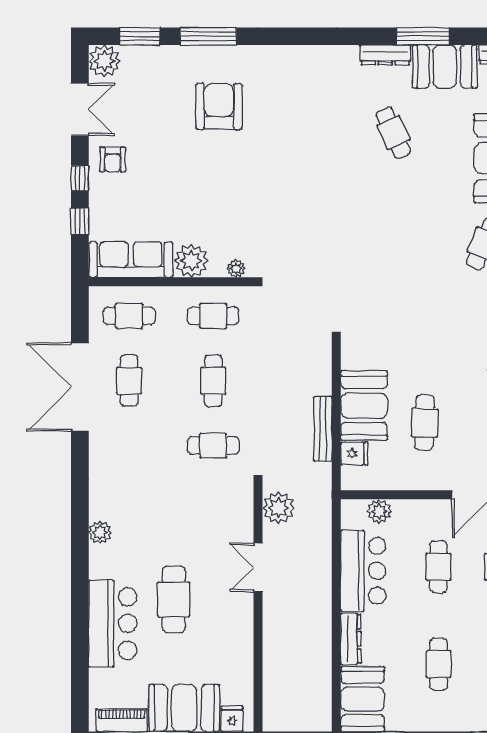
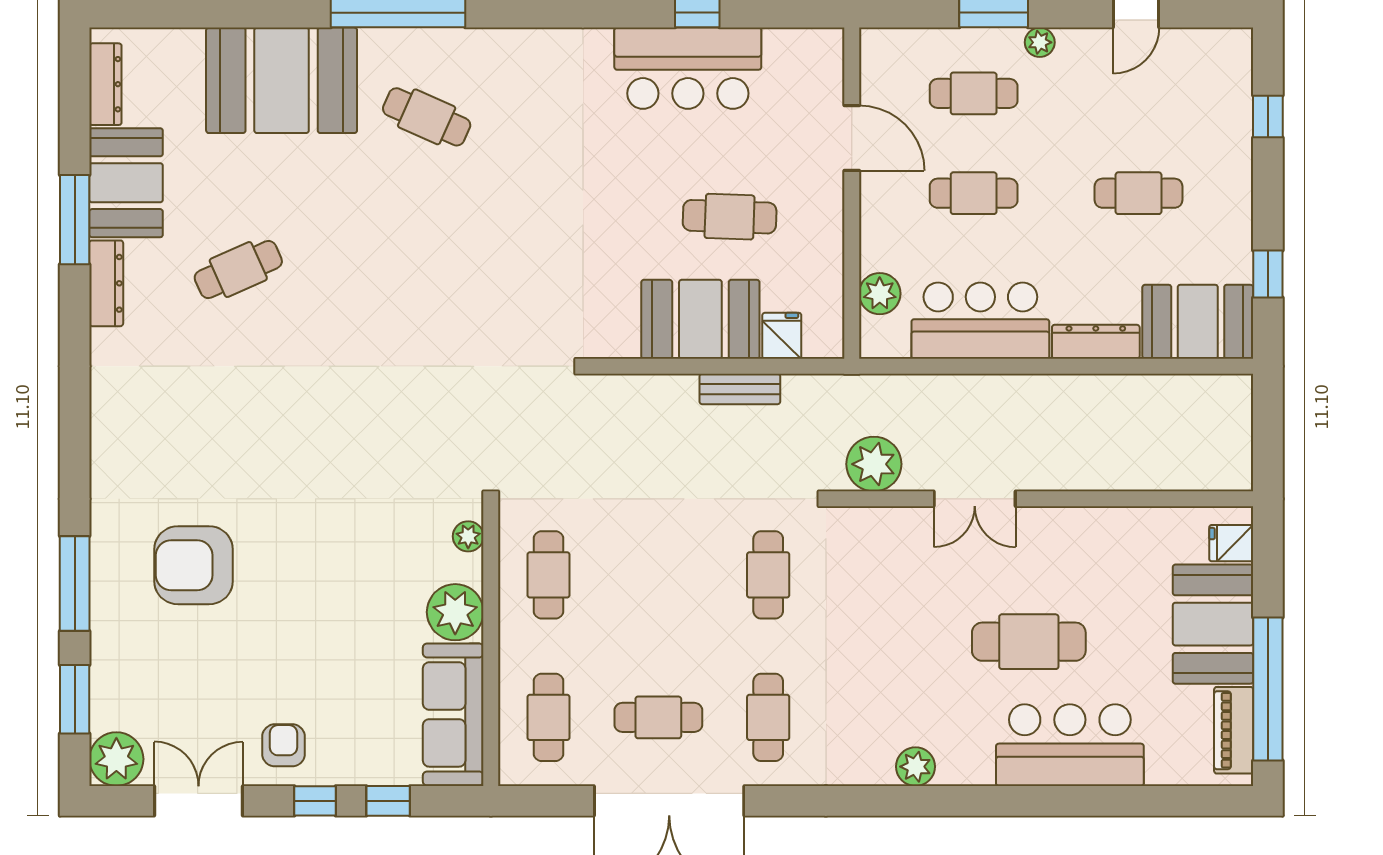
armchair: (113, 159) -> (284, 745), turned -90
cafe table: (213, 381) -> (768, 717), moved, turned 90
bench: (323, 429) -> (740, 389), width x0.73

